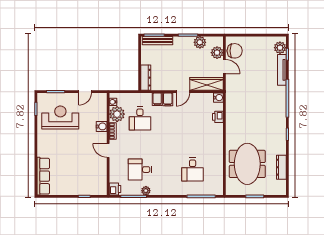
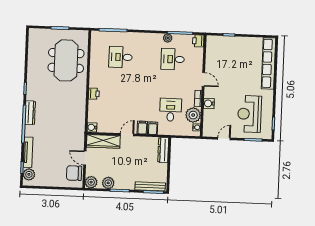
plant: (217, 53) -> (91, 182), moved
reception desk: (60, 117) -> (249, 114), turned 90
printer: (218, 117) -> (94, 94), moved
dresser: (281, 167) -> (30, 113), moved
desk: (140, 170) -> (173, 59), turned 180
desk: (193, 170) -> (121, 57), turned -90
row of seats: (43, 176) -> (269, 63), width x1.36

